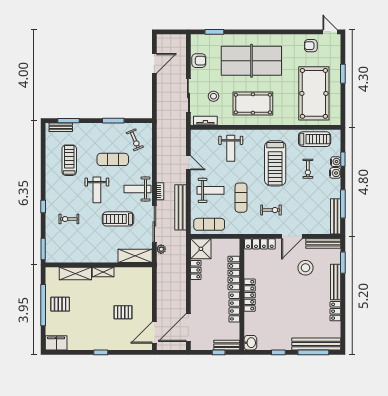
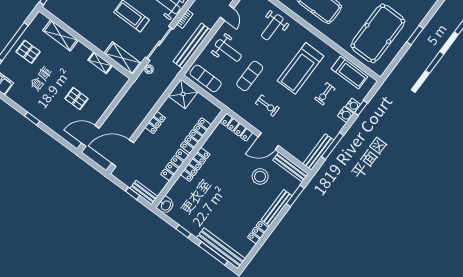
locker: (196, 270) -> (155, 123), moved
shelving: (103, 272) -> (100, 63), moved

